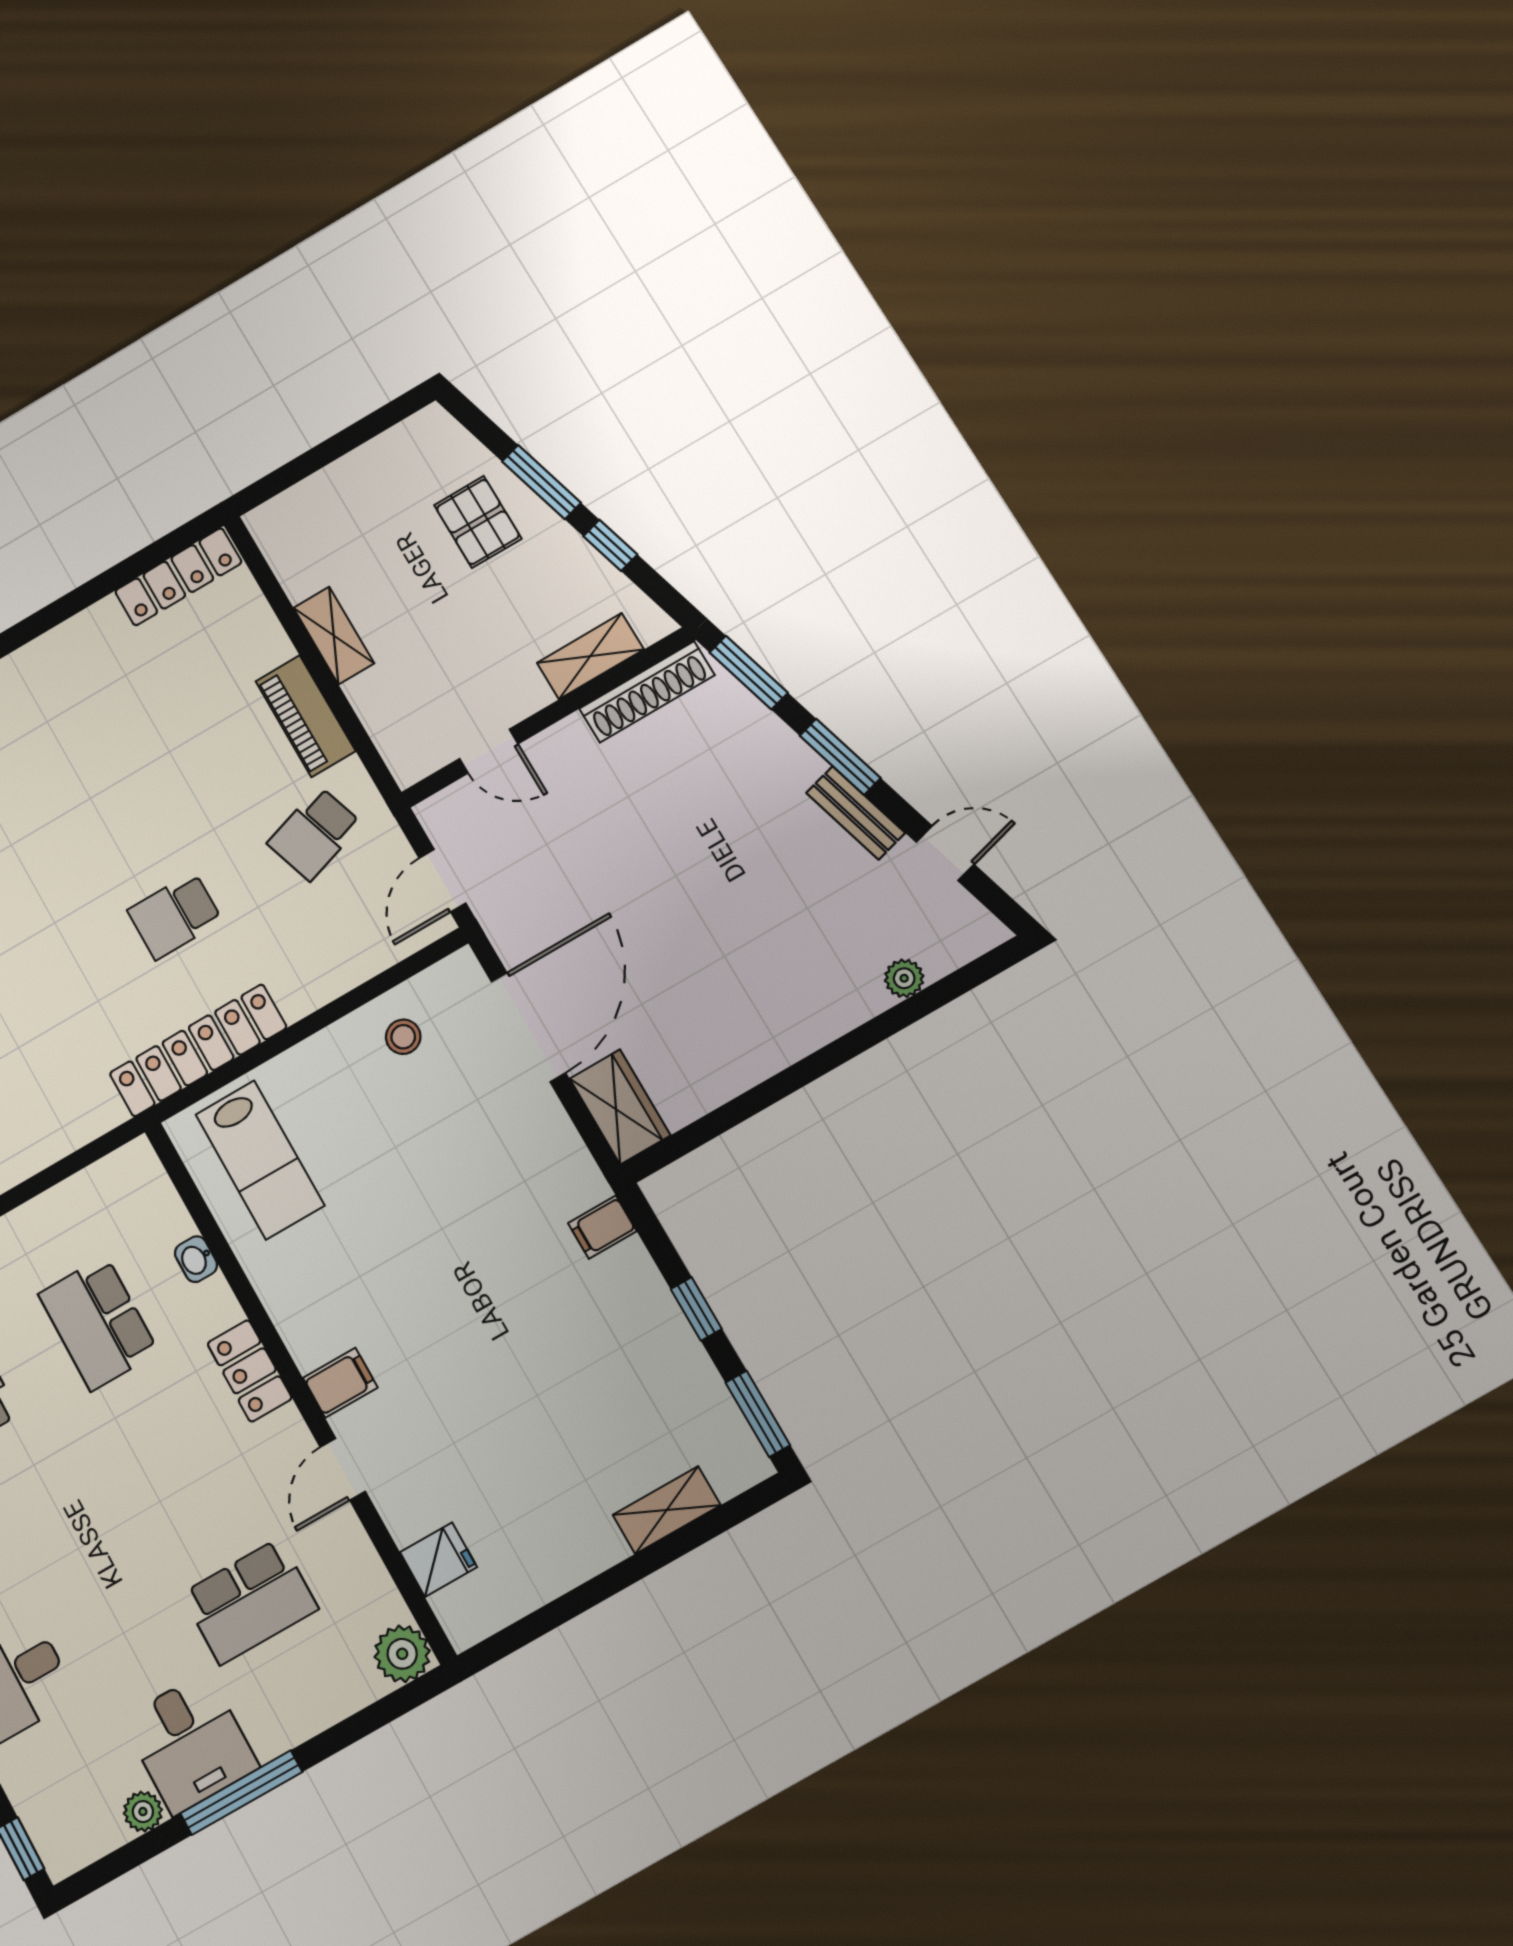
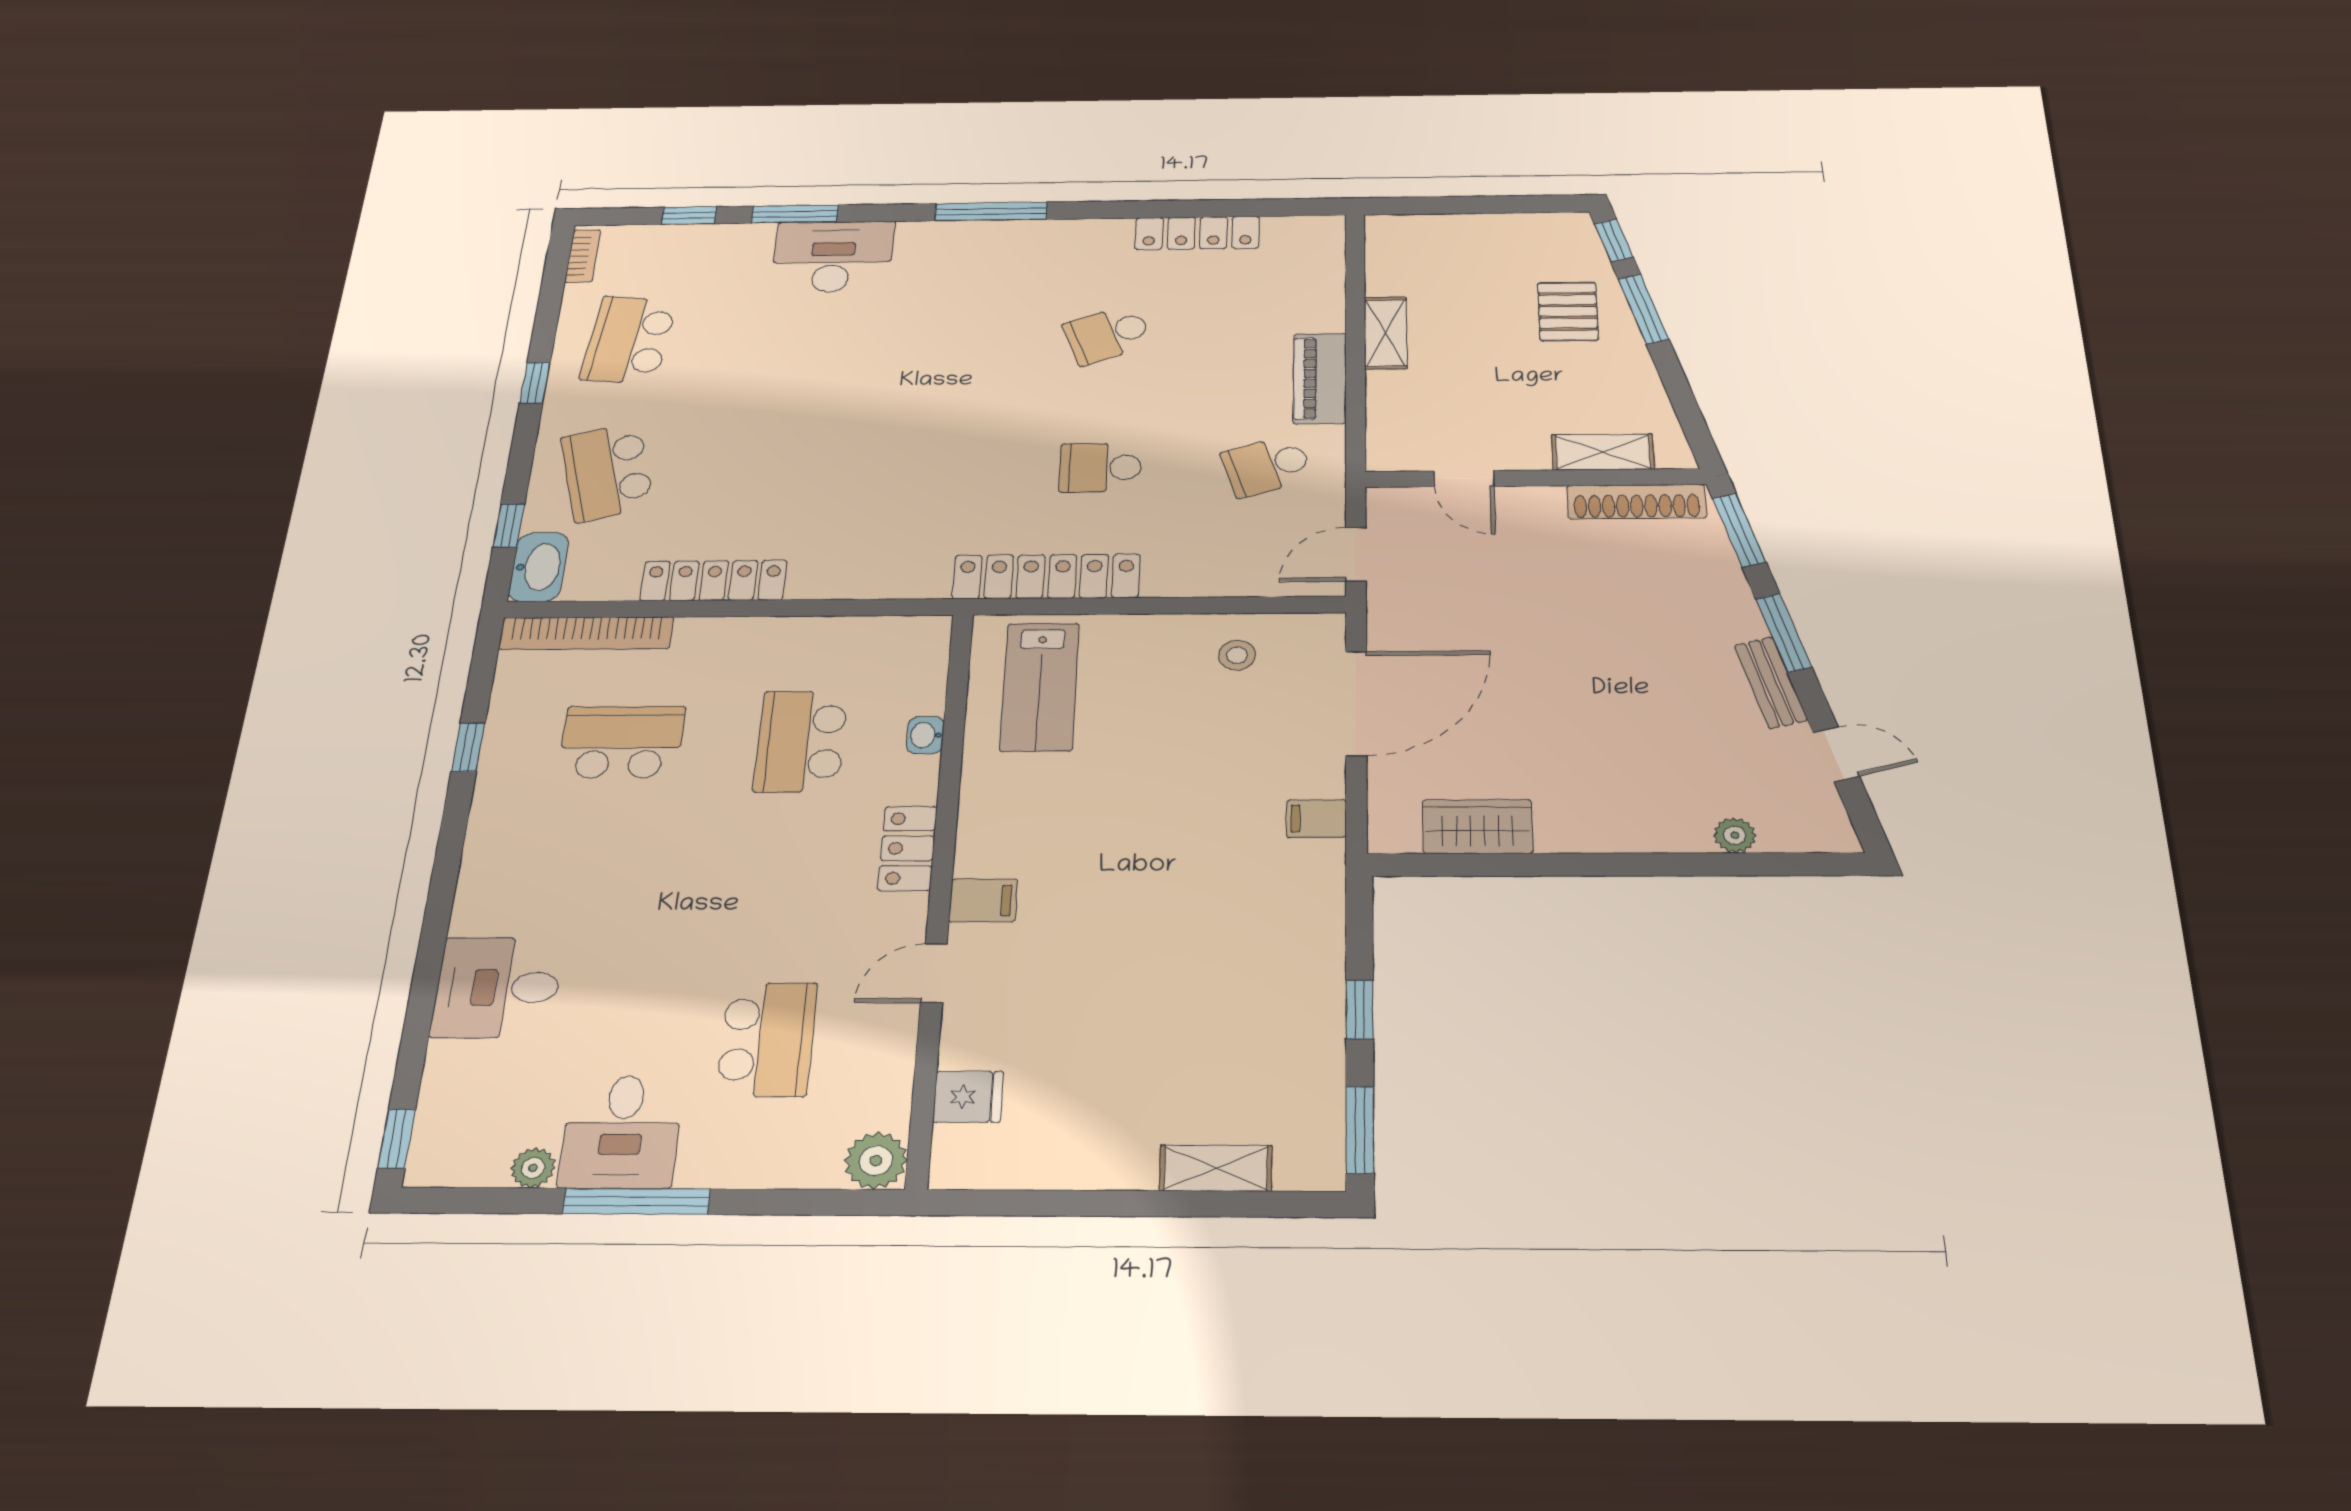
window: (610, 545) -> (1614, 240), moved
locker: (178, 577) -> (1197, 233), moved
school desk: (95, 774) -> (1108, 335), added
wardrobe: (620, 1107) -> (1478, 827), moved, turned -90
filing cabinet: (602, 1227) -> (1316, 818), moved
school desk: (250, 1601) -> (767, 1039), turned -90

